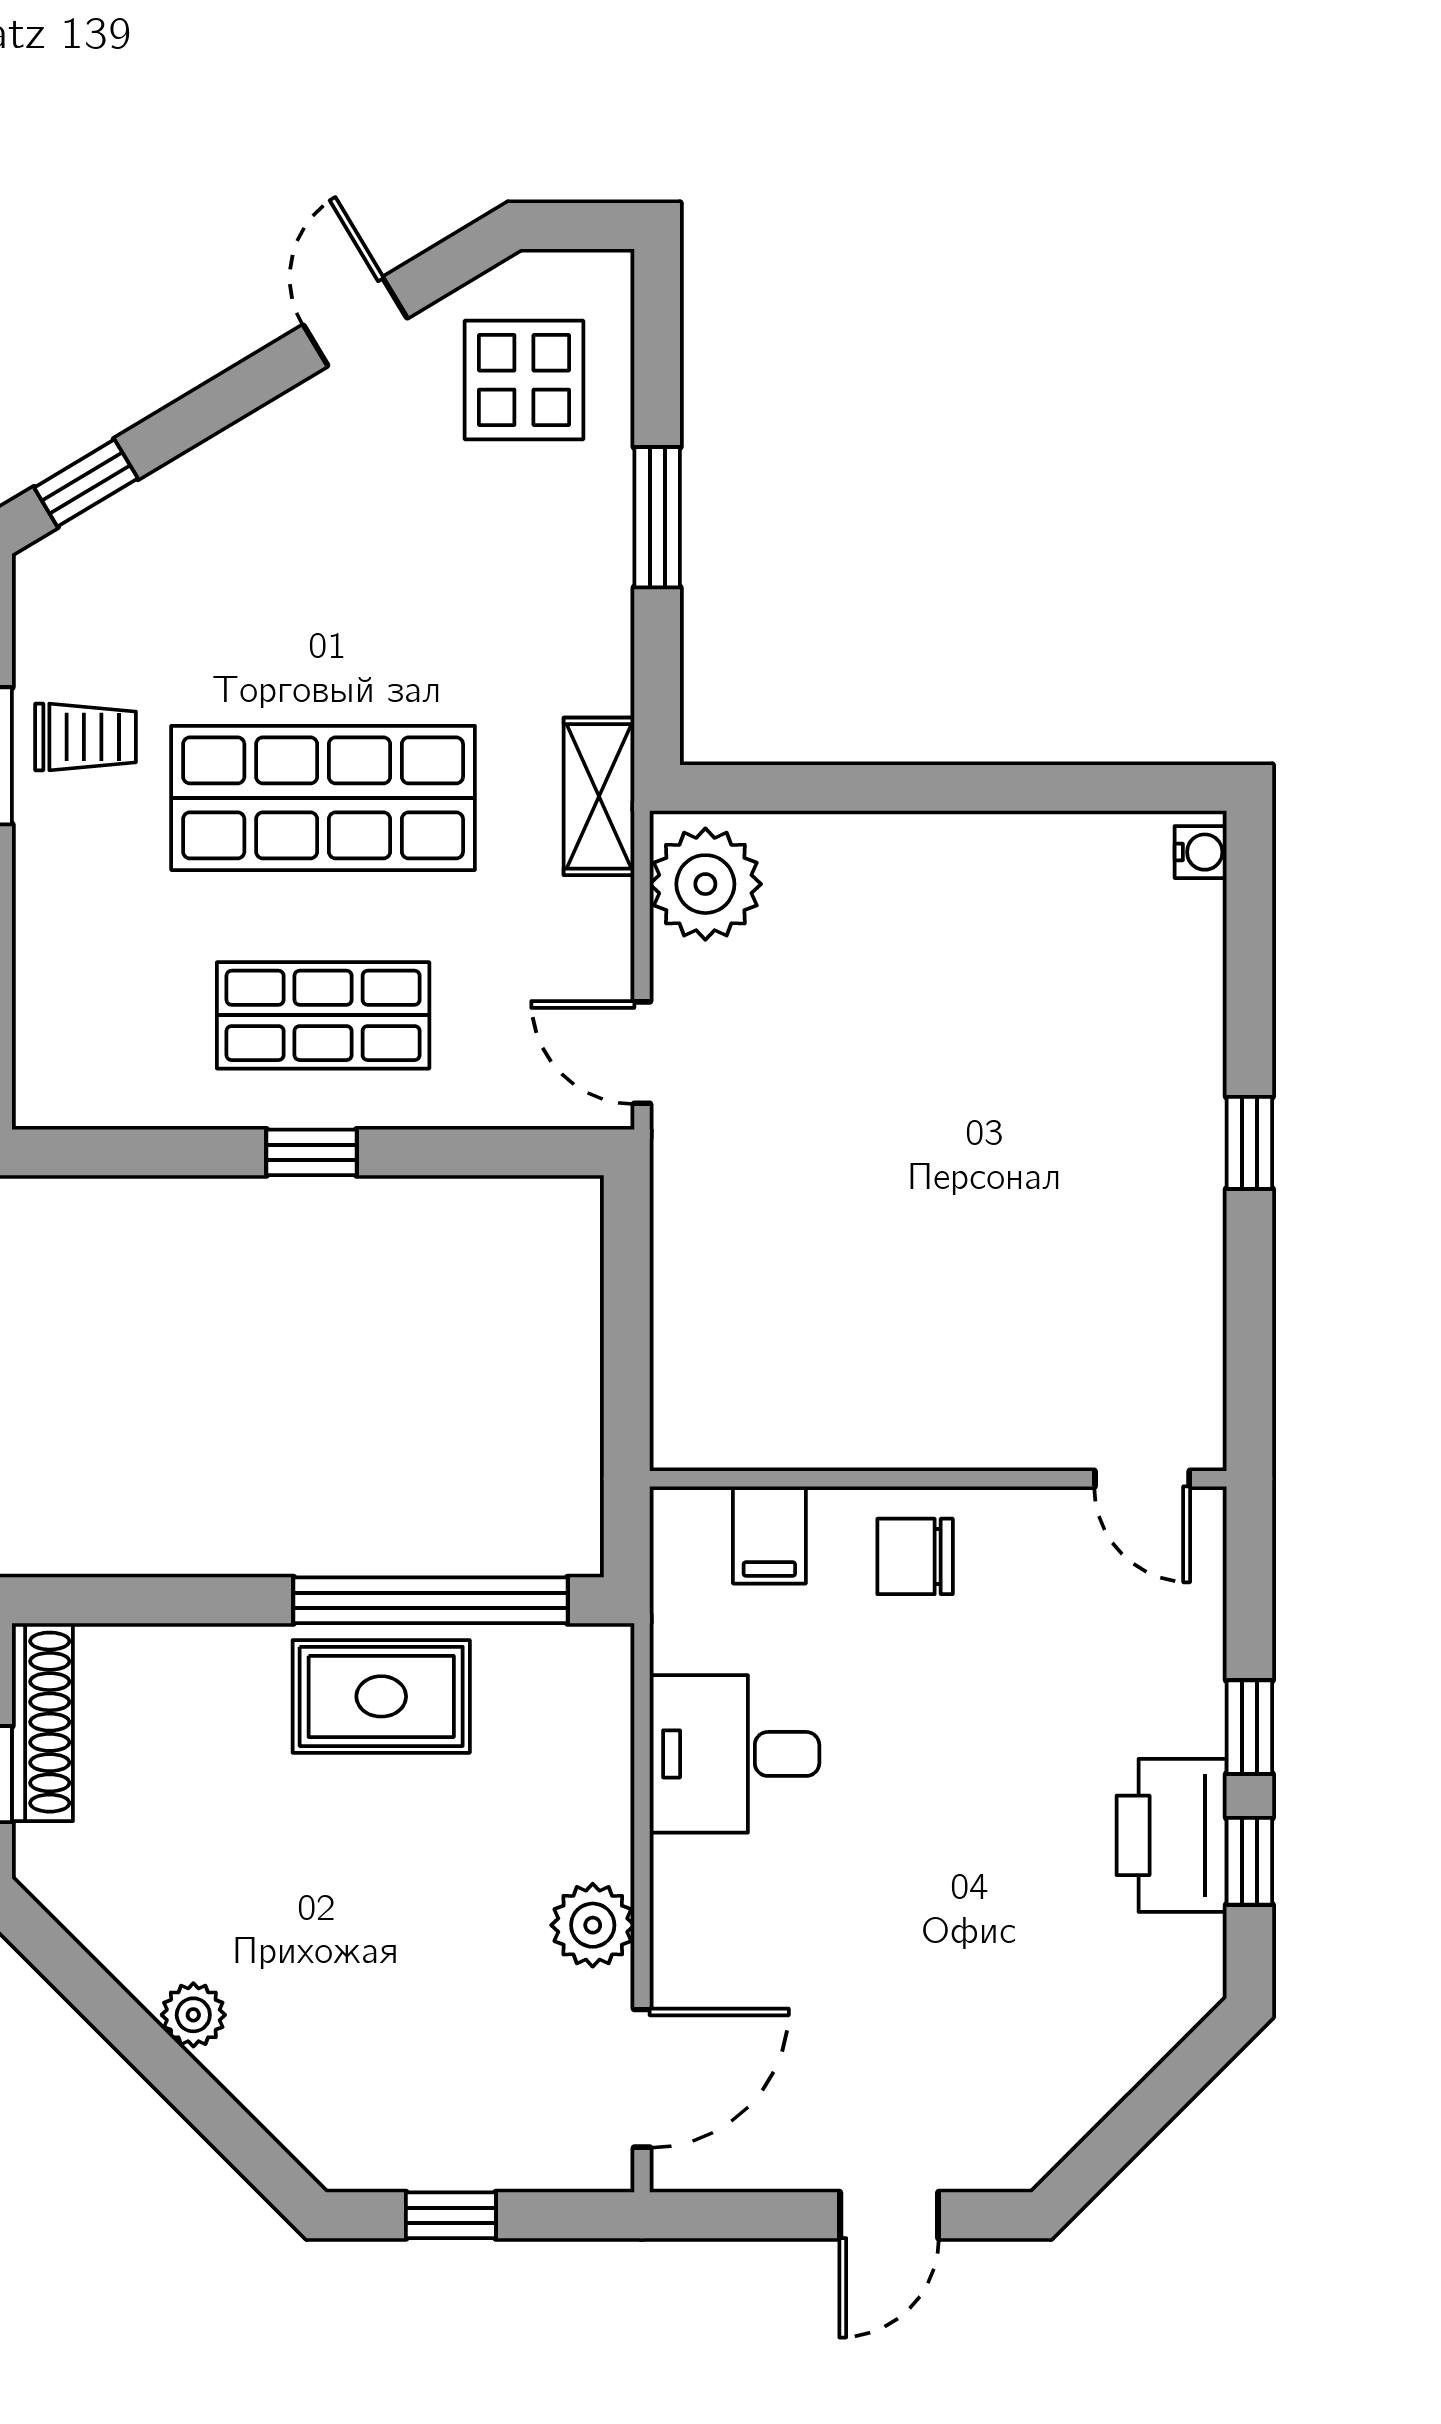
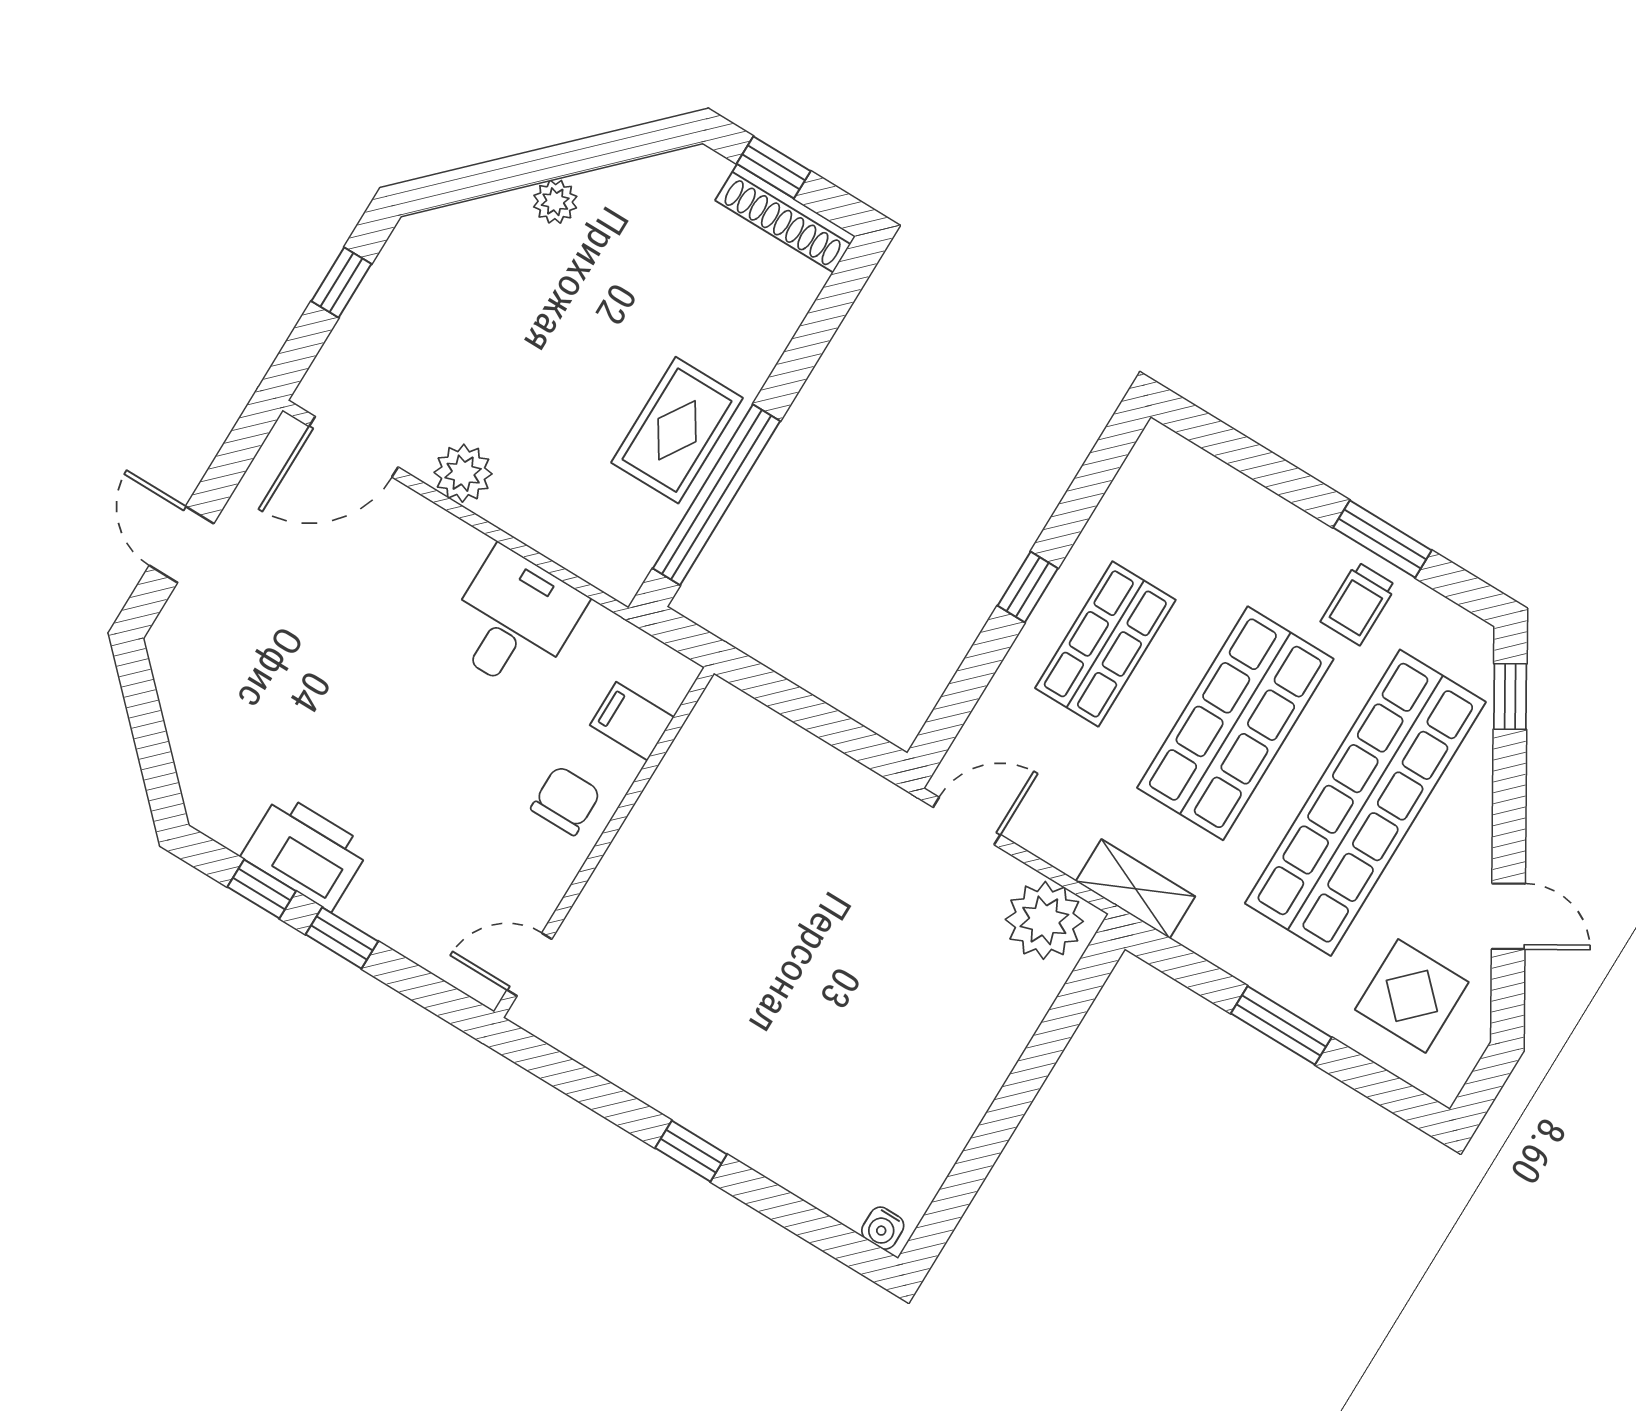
shop shelf: (323, 580) -> (1365, 803), added
door: (642, 2078) -> (354, 447), hinge flipped

